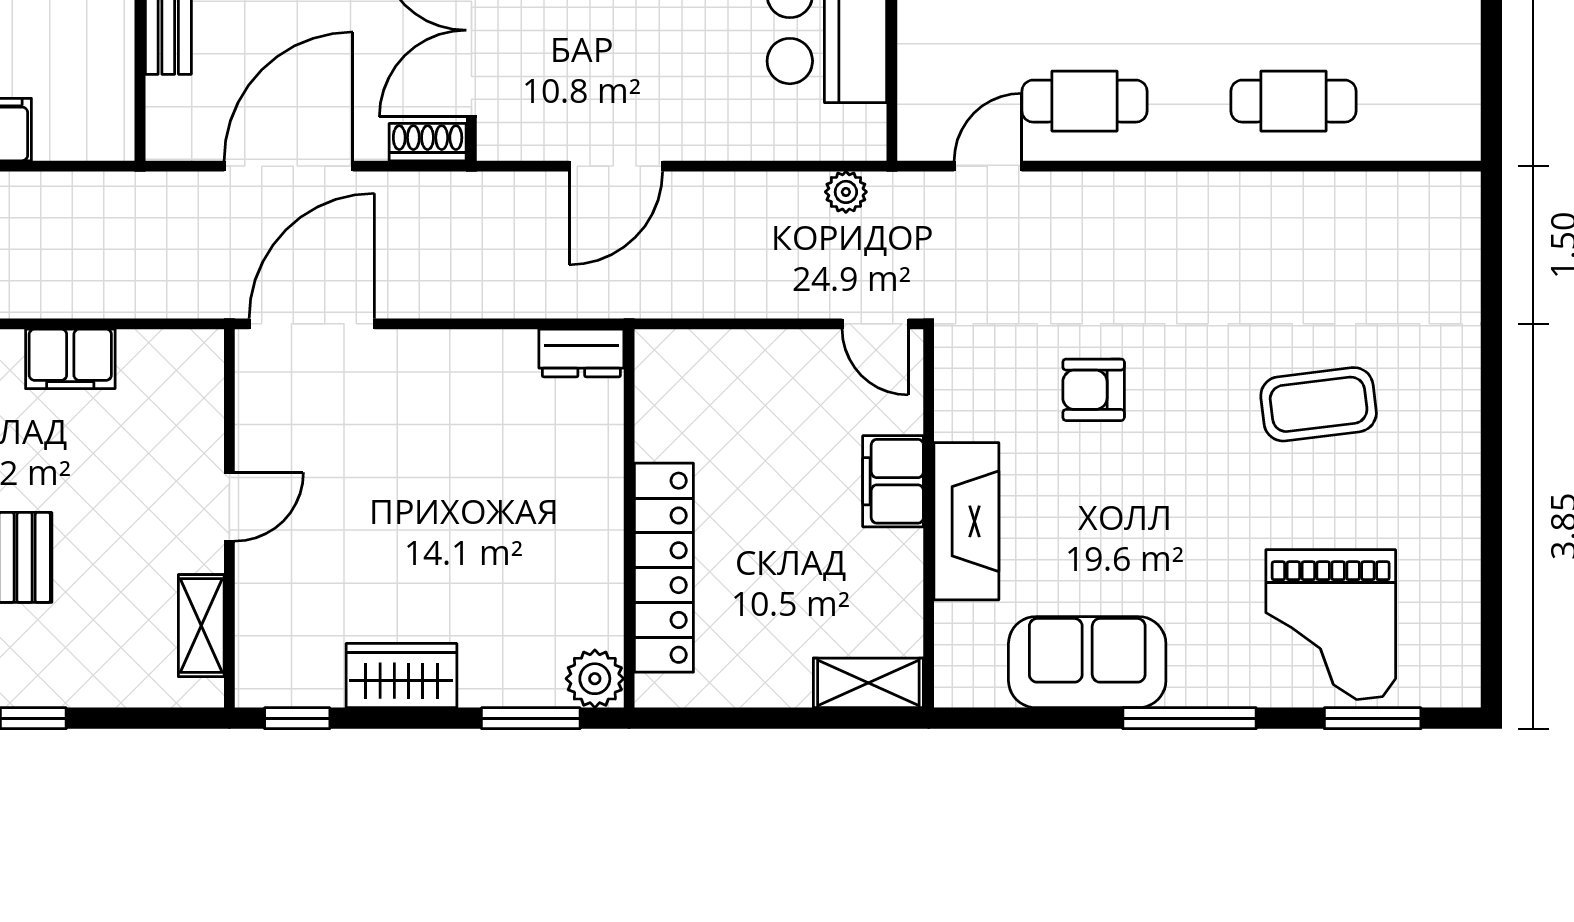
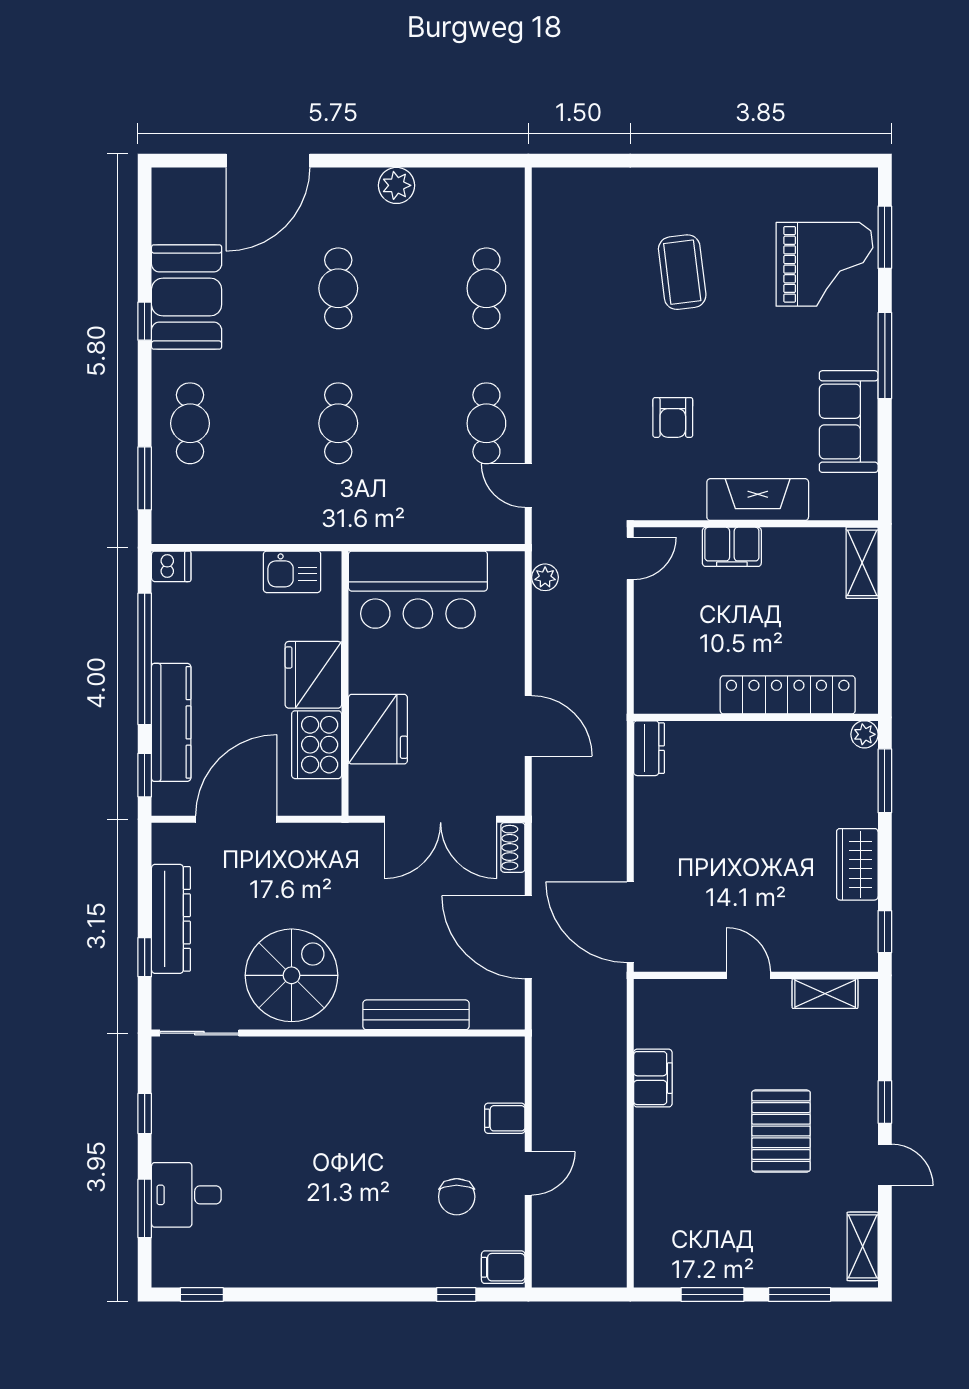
plant: (595, 679) -> (864, 734), width x0.73, depth x0.73

